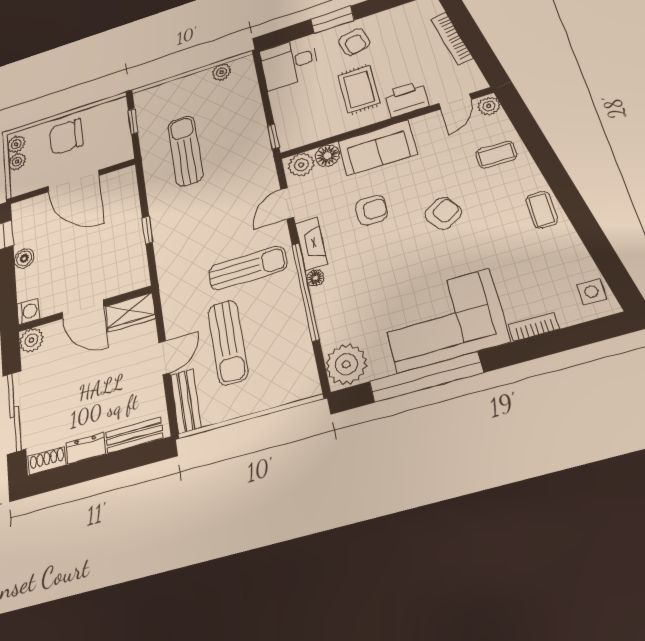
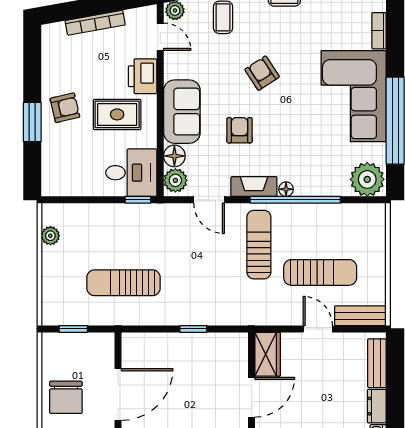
desk: (289, 63) -> (131, 173), moved, turned -90

